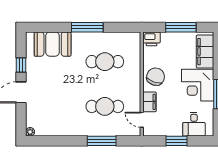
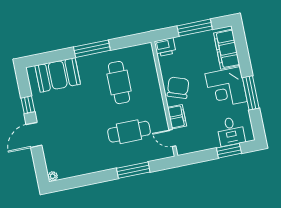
cafe table: (105, 62) -> (119, 83), turned 90
window: (176, 141) -> (229, 151), moved

